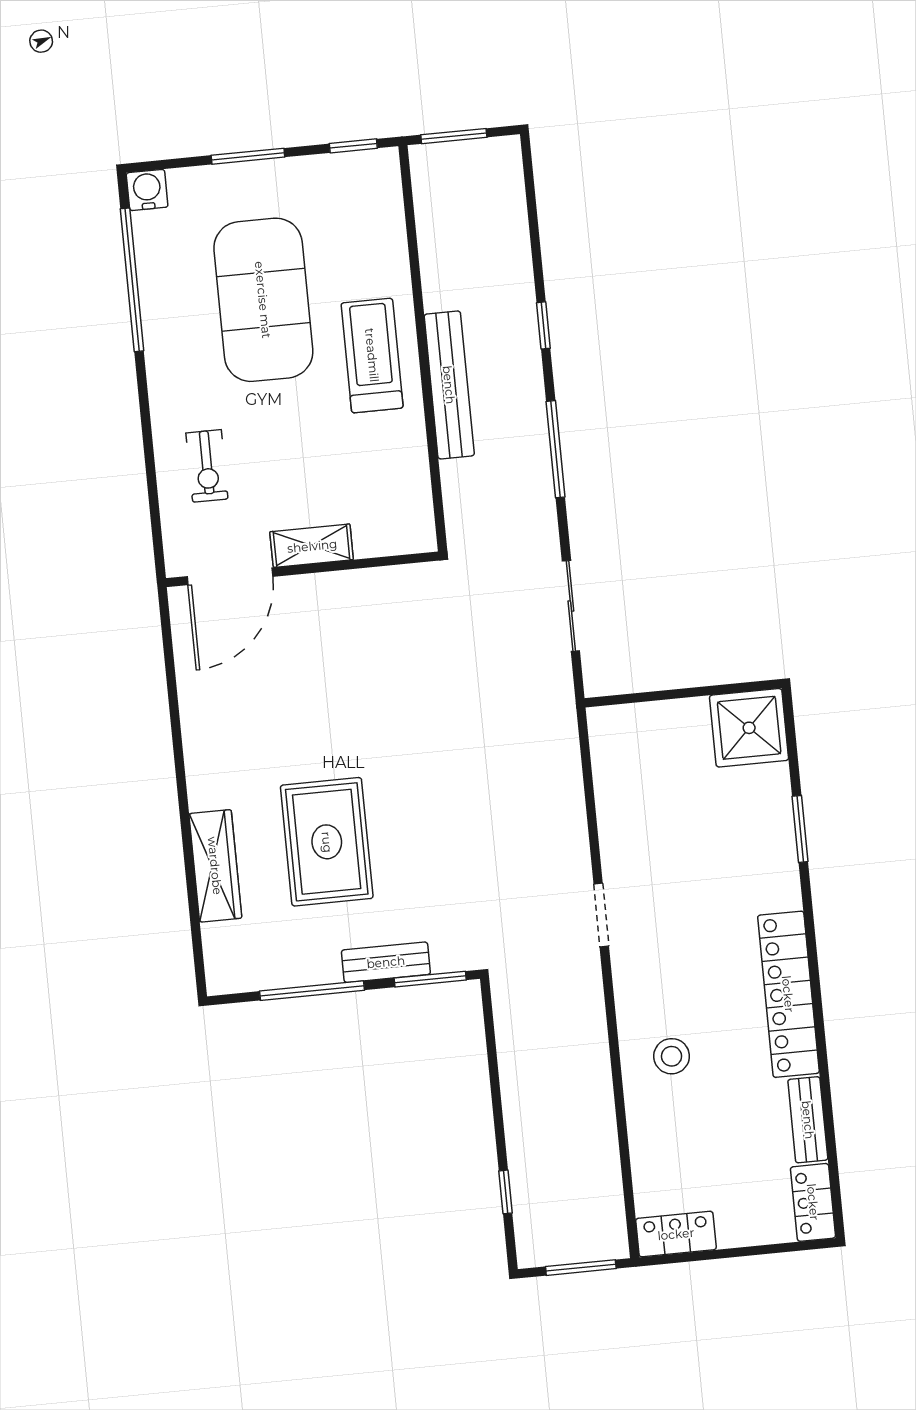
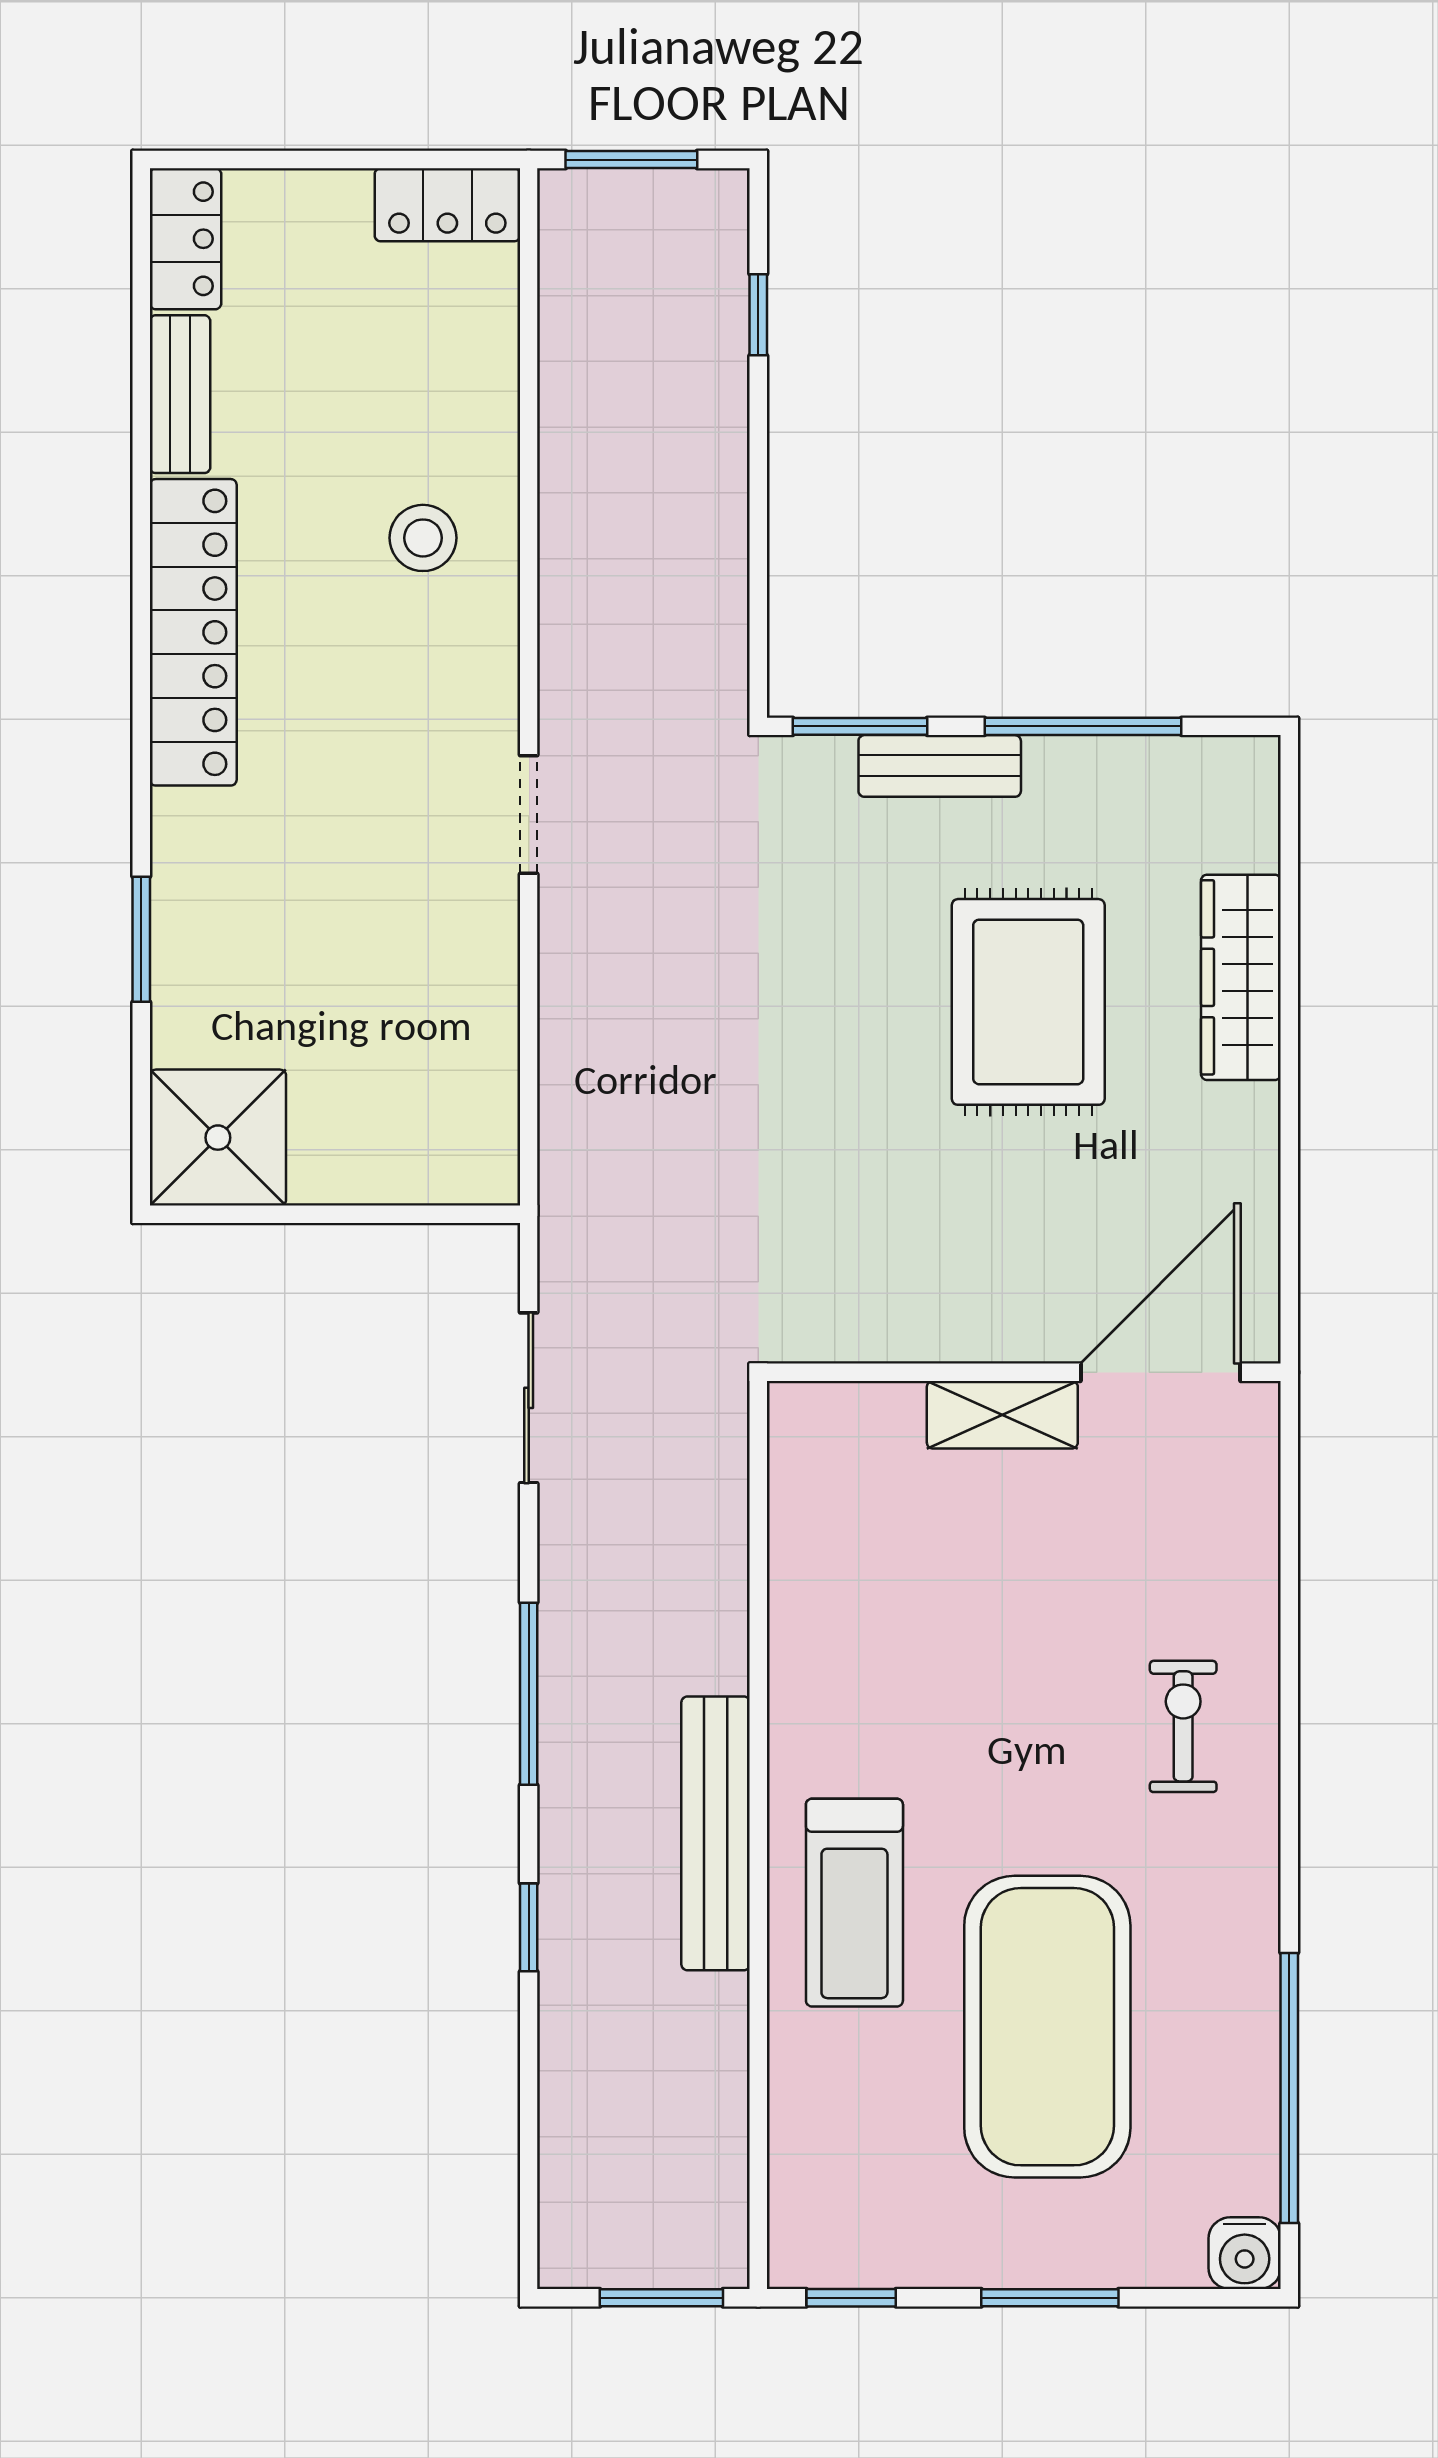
shelving: (312, 546) -> (1002, 1415), moved
wall: (302, 569) -> (1024, 1372), moved
door: (230, 576) -> (1160, 1372), moved

